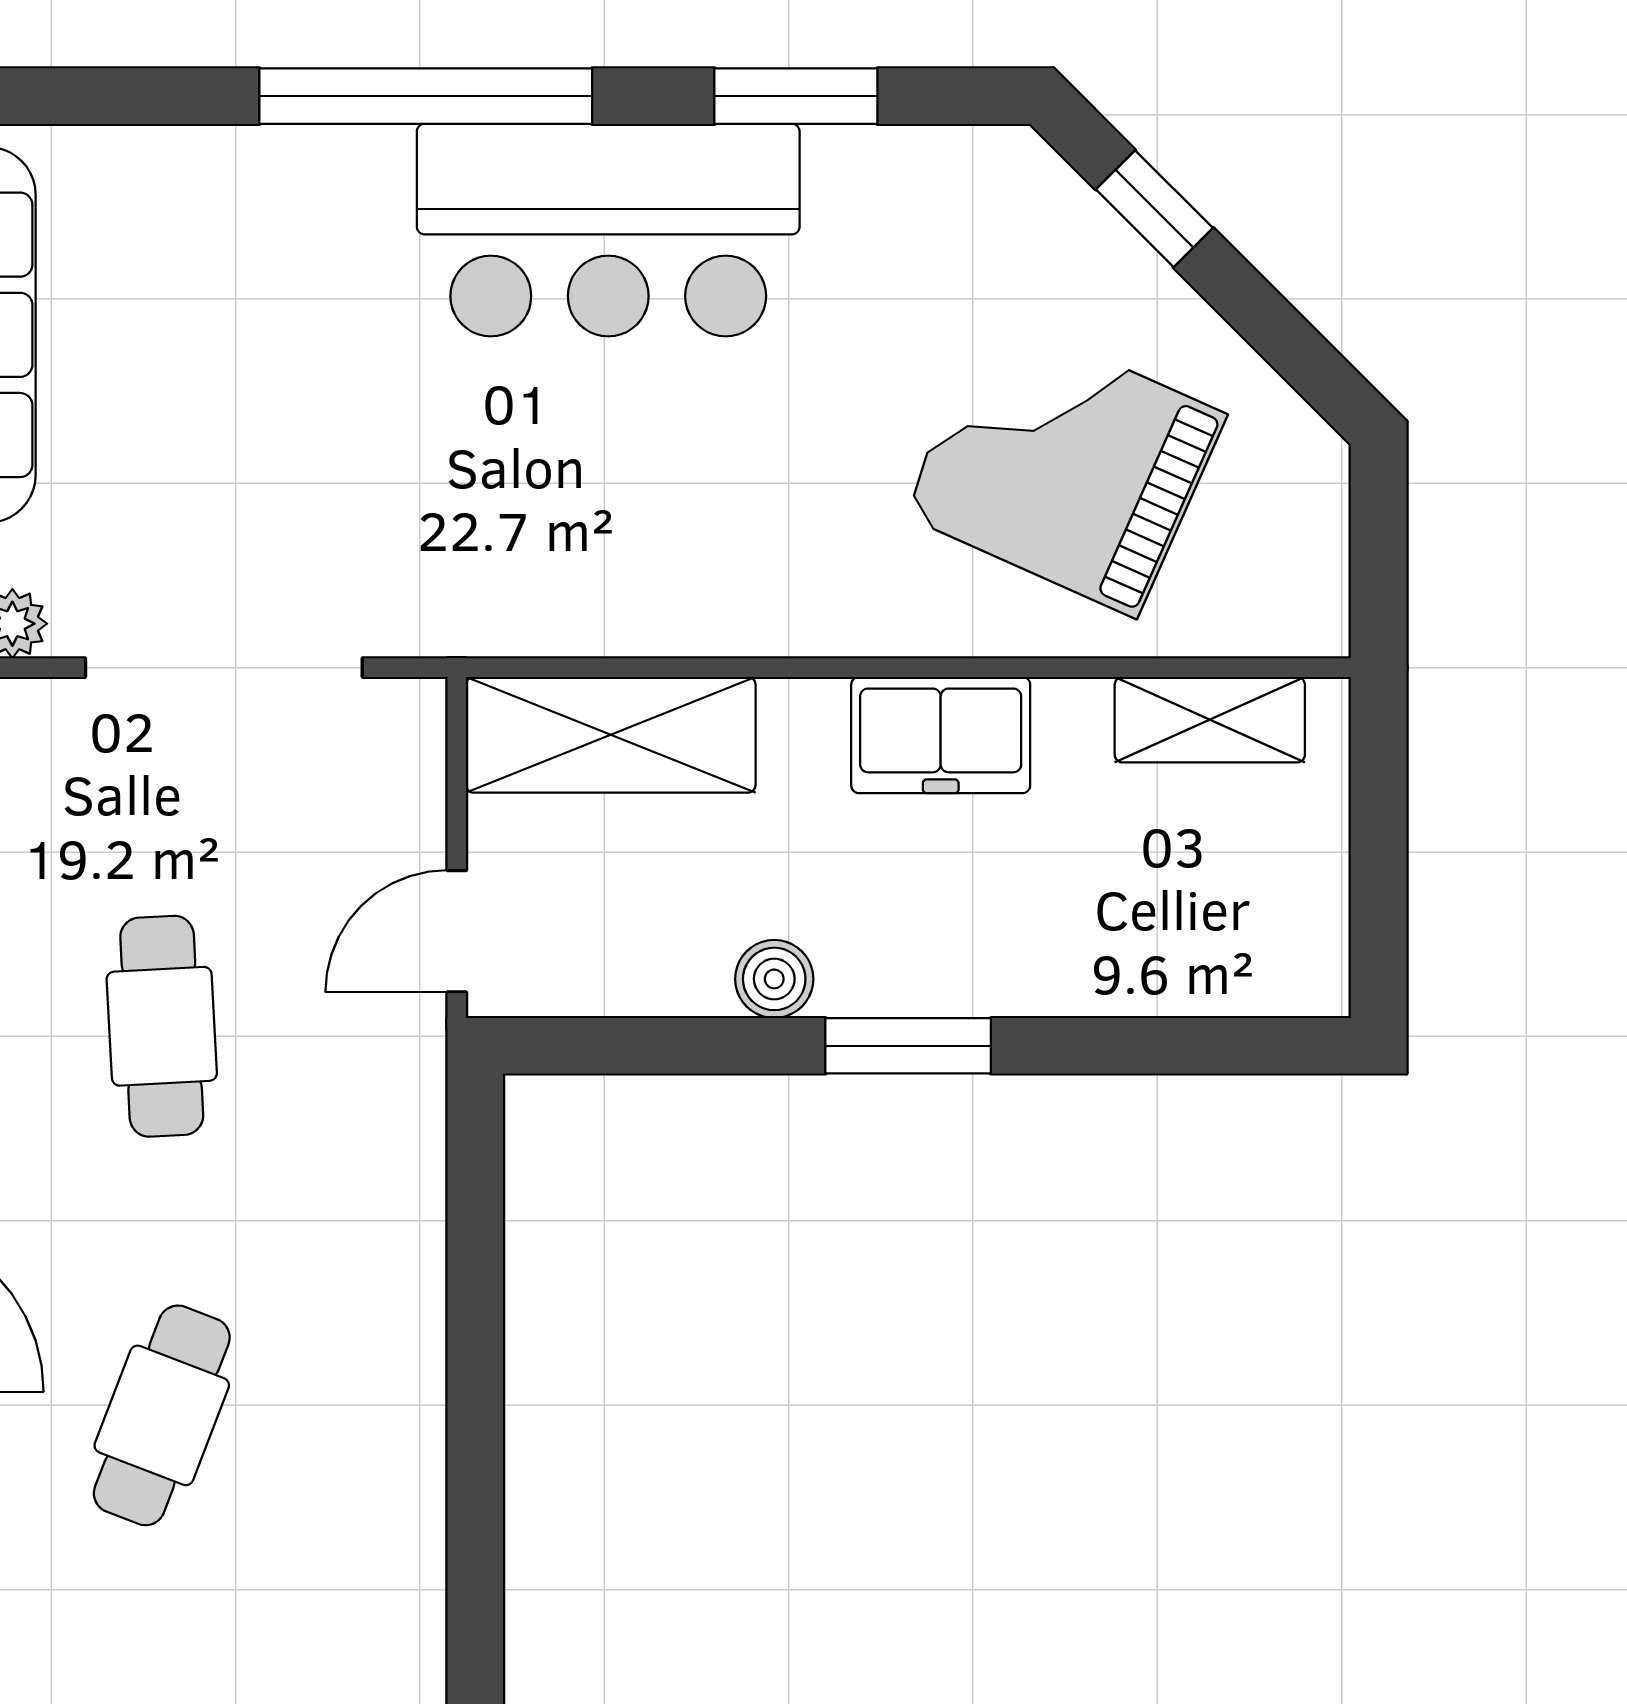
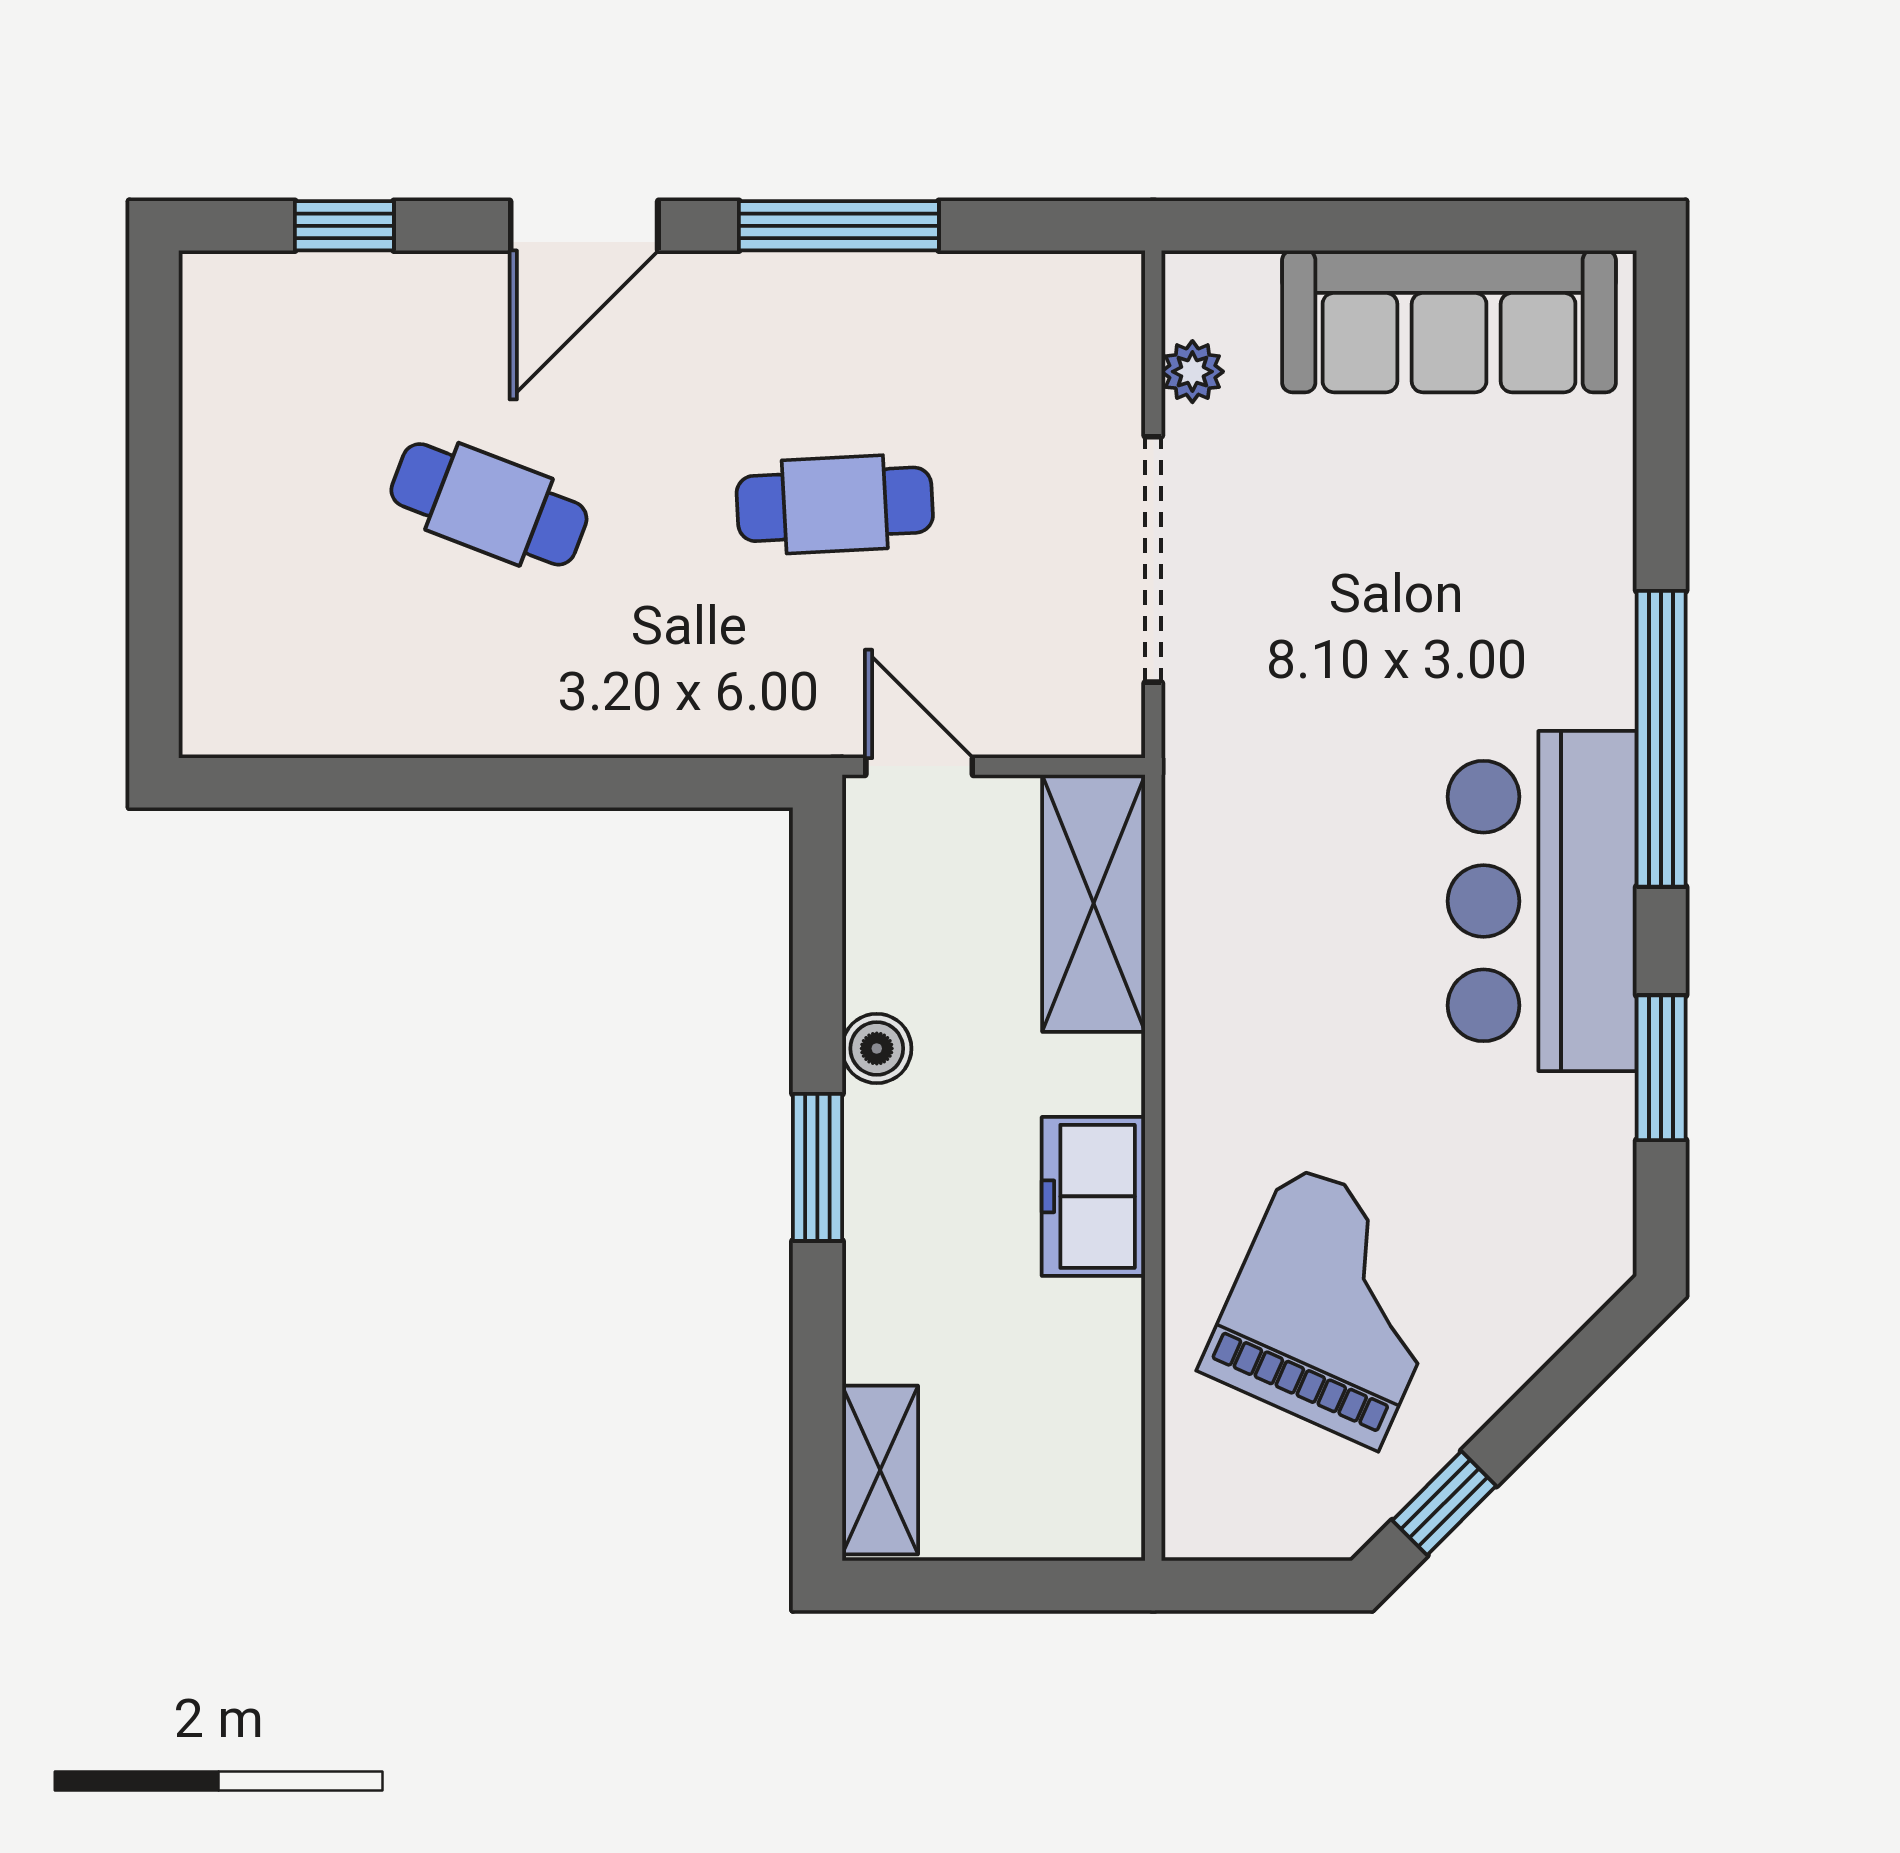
window: (1154, 209) -> (1444, 1503), moved
shelving: (1210, 720) -> (880, 1470), moved

